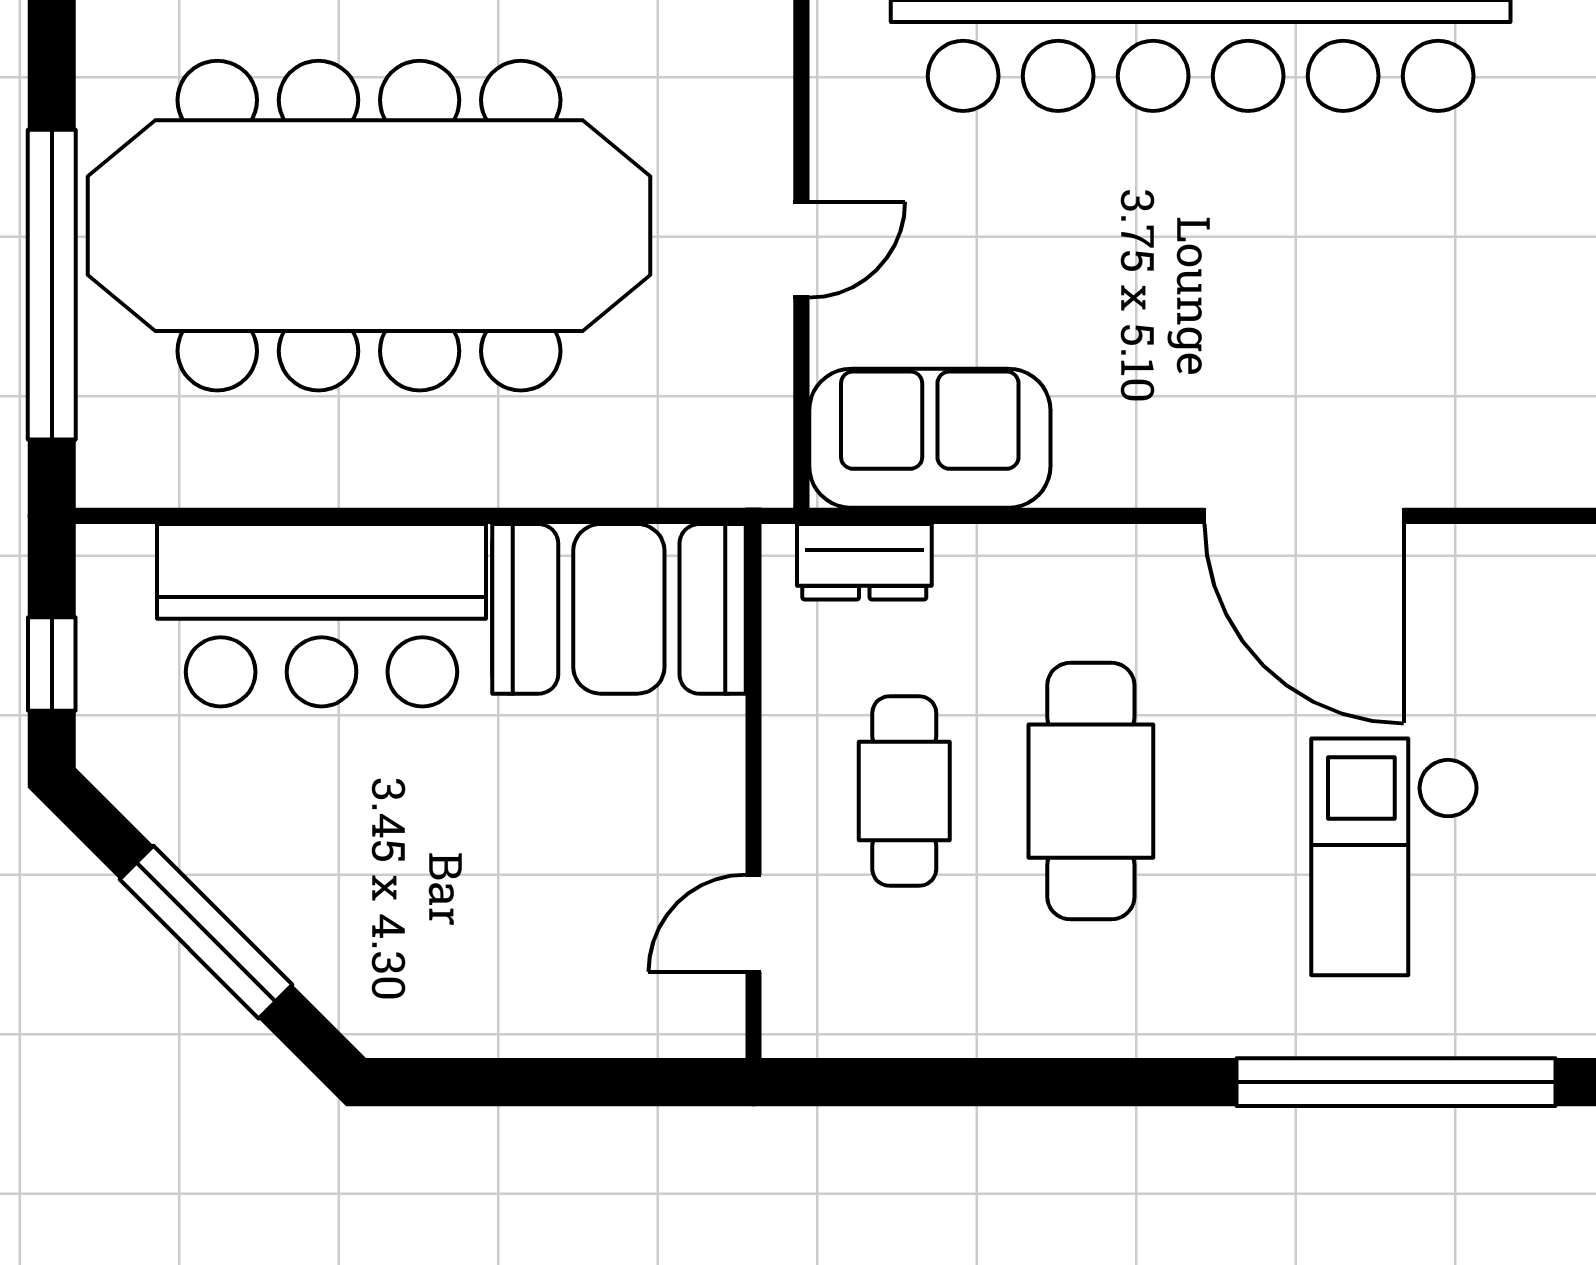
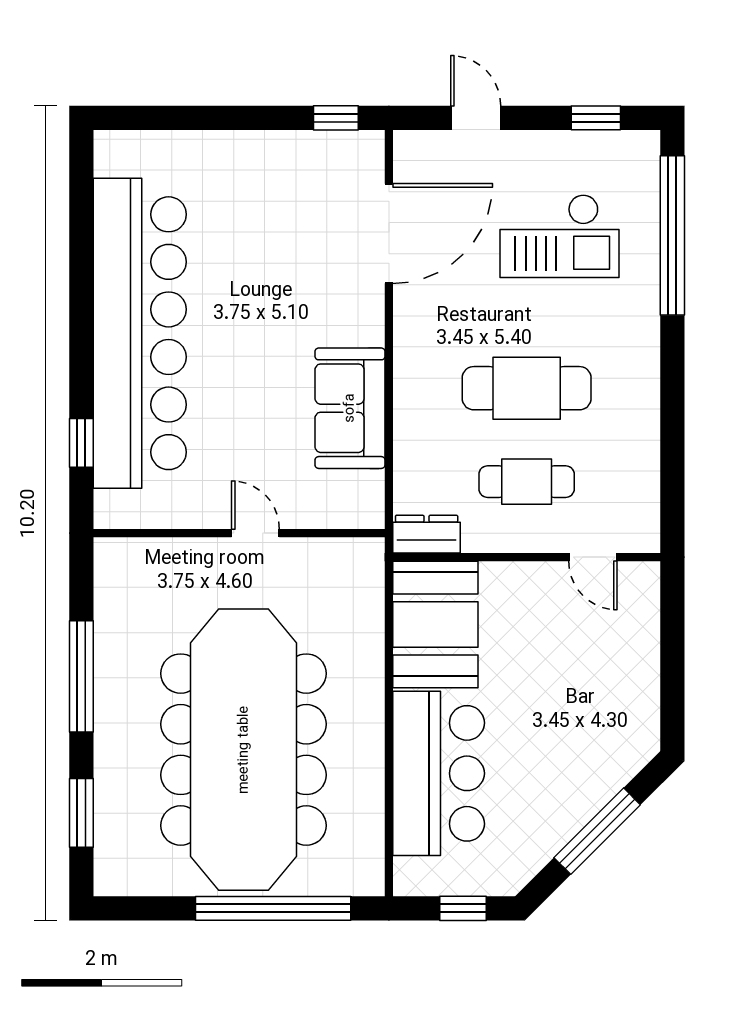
sofa: (930, 438) -> (350, 408), moved
door: (1304, 516) -> (389, 233), moved
dresser: (864, 562) -> (427, 534), moved, turned -90

